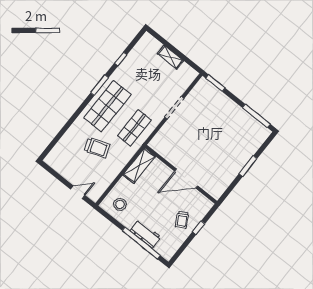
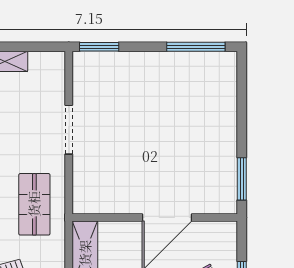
window: (248, 166) -> (242, 179), moved

